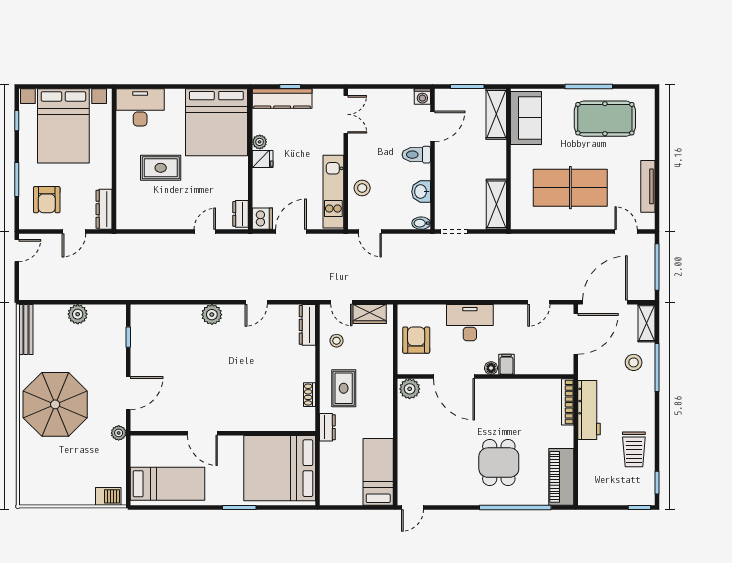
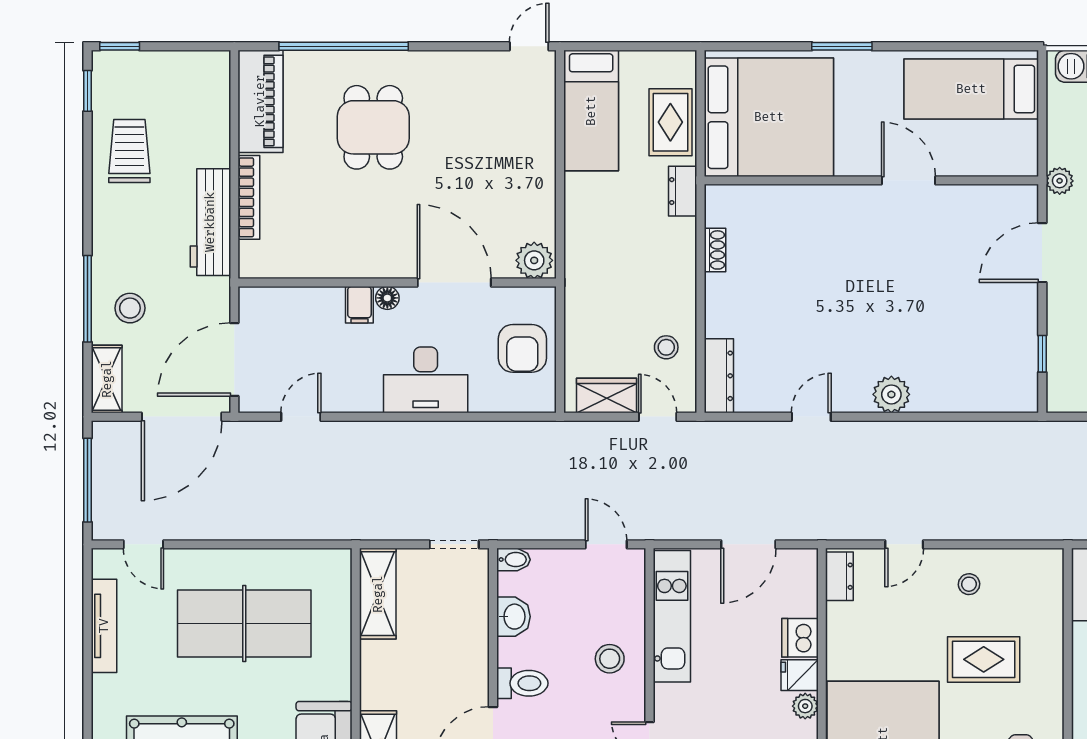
stool: (362, 188) -> (610, 659), moved
stool: (169, 209) -> (969, 584), added
dishwasher: (262, 219) -> (800, 638), moved
rug: (344, 388) -> (670, 122), moved
bookcase: (568, 402) -> (249, 197), moved

